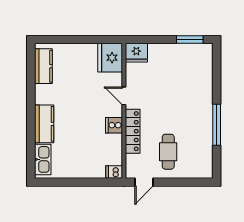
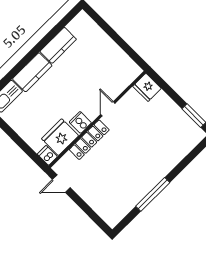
fridge: (110, 58) -> (60, 137), moved
kitchen counter: (43, 66) -> (58, 45), moved
cafe table: (168, 152) -> (100, 179), removed

